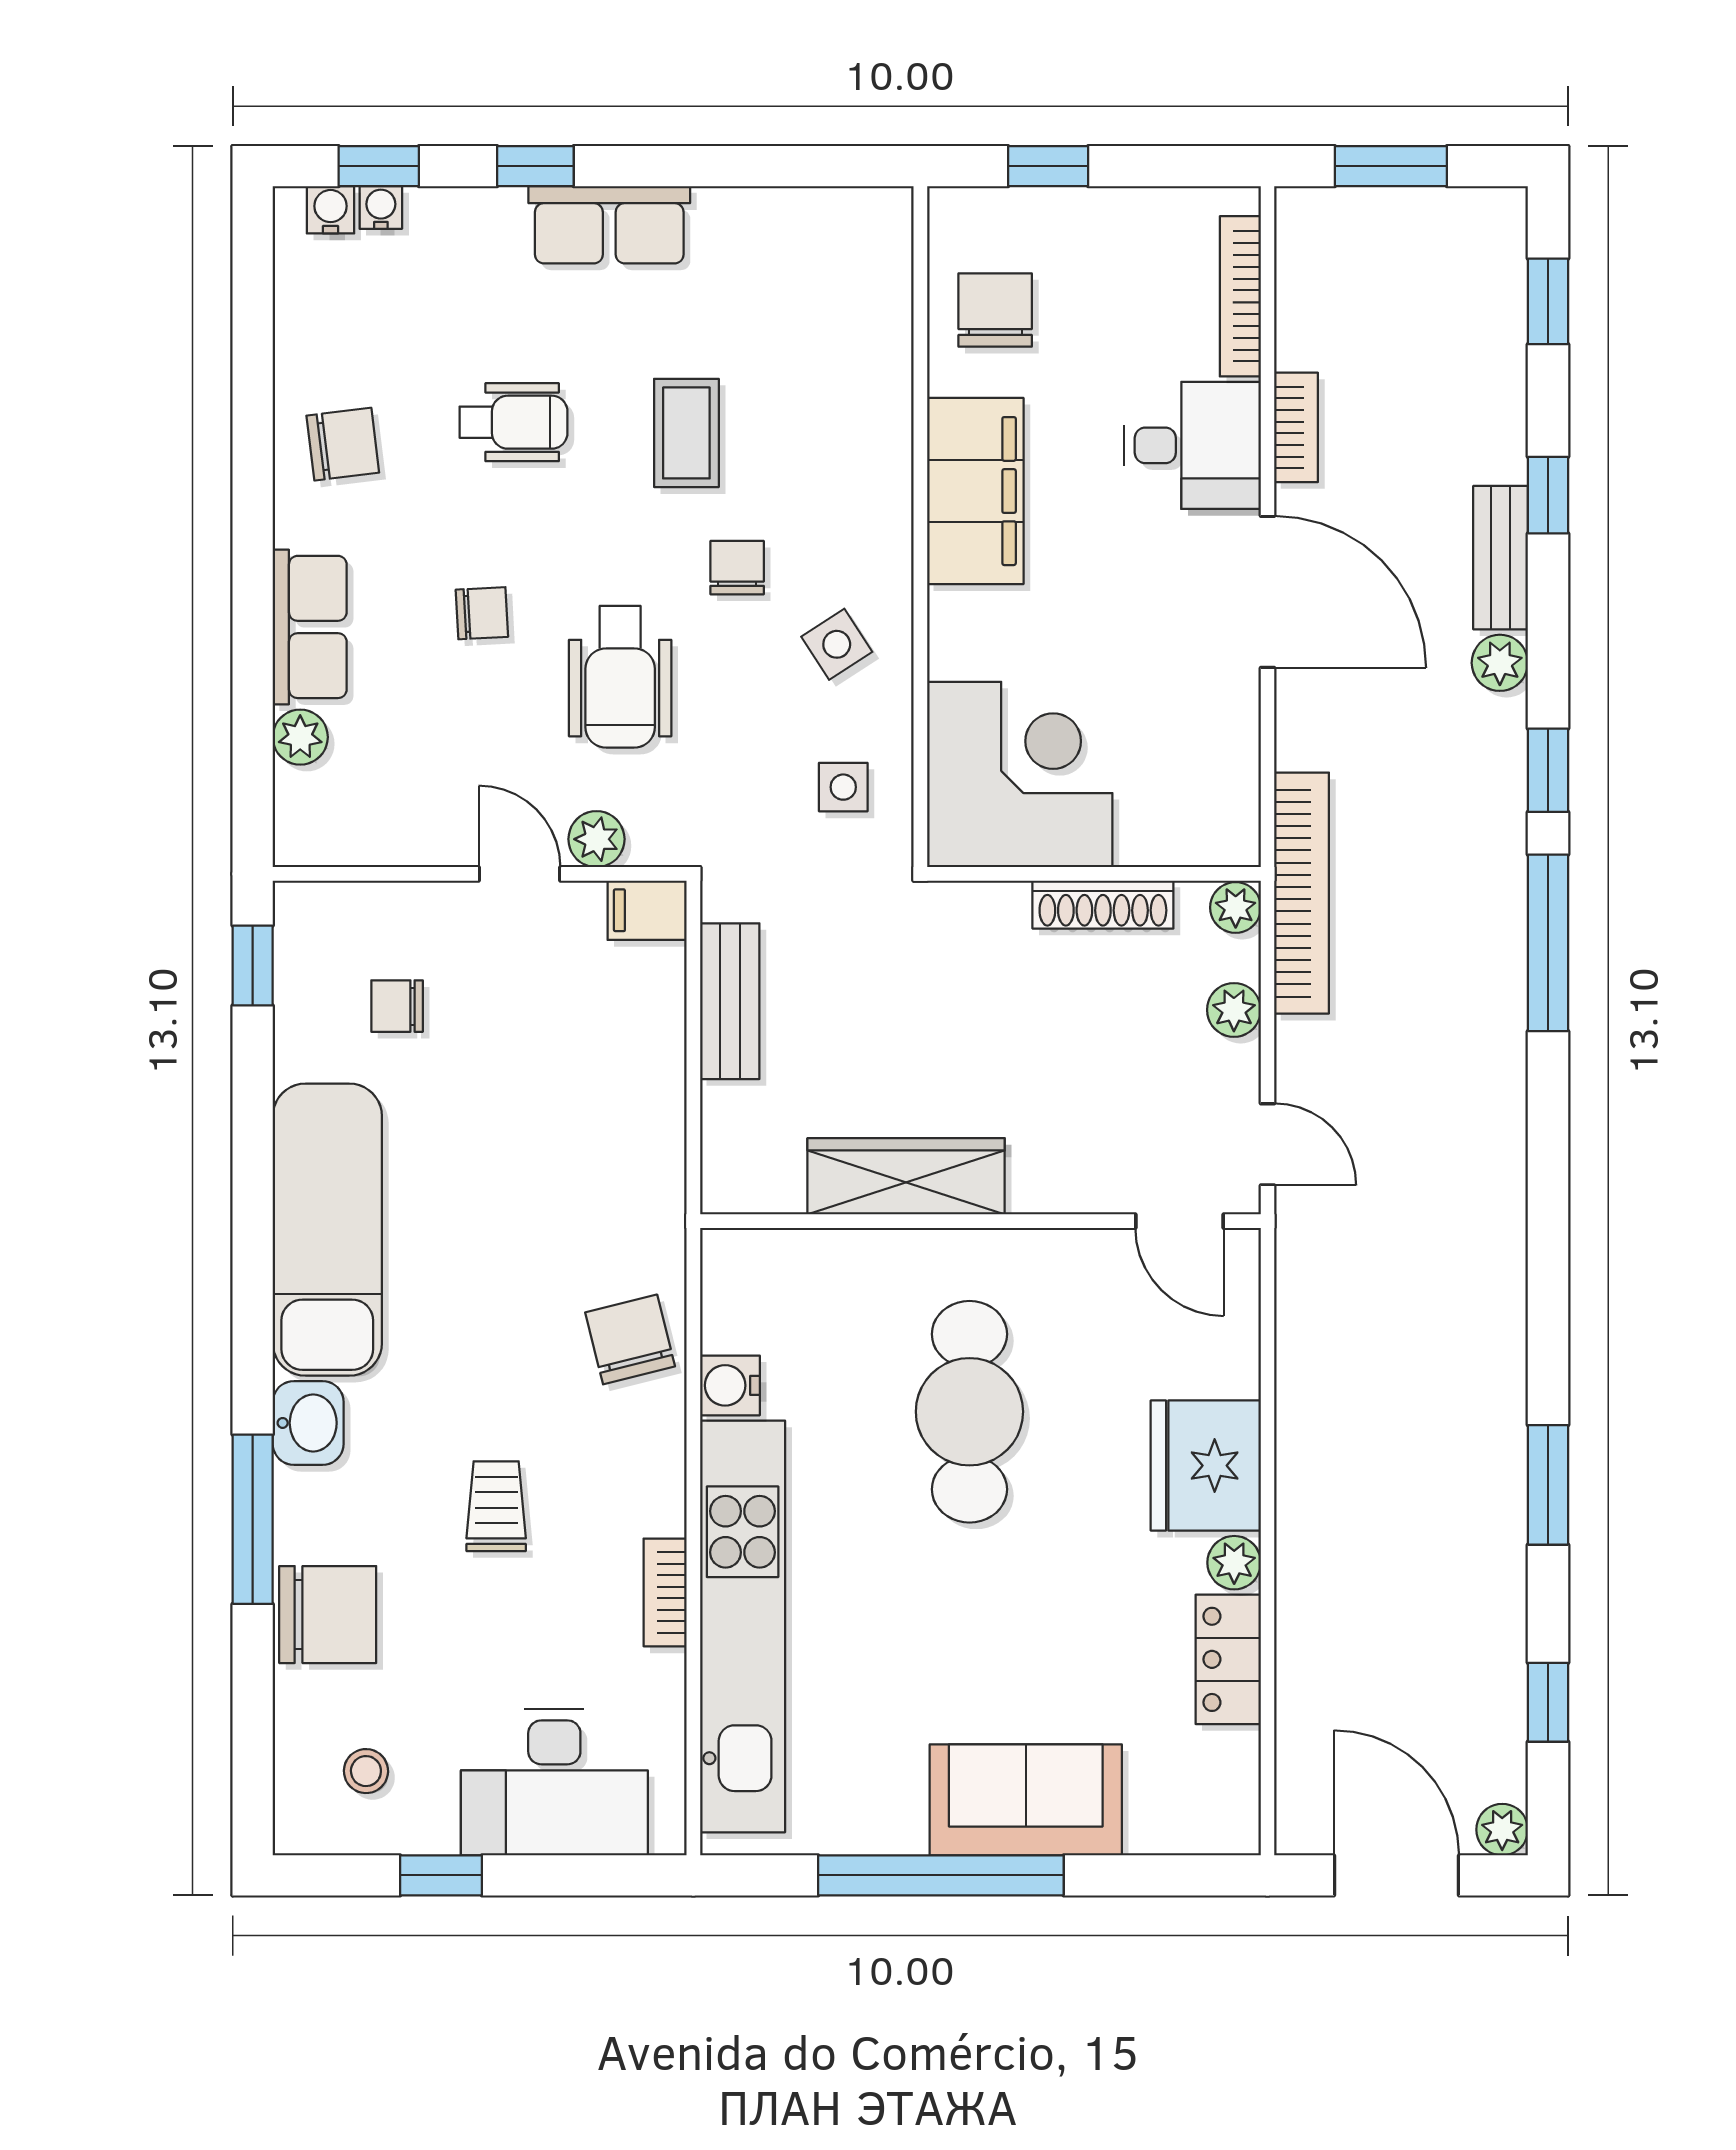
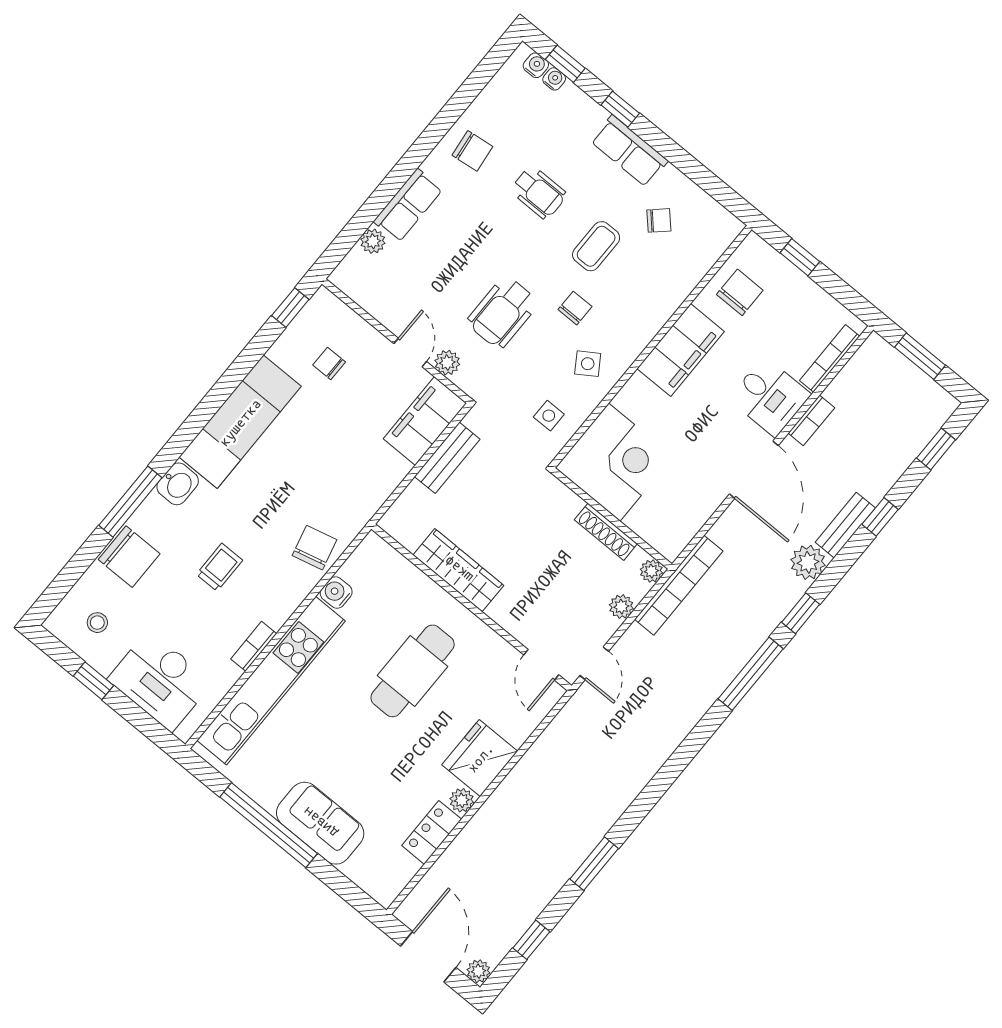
chair: (482, 613) -> (659, 220), moved, turned -40
plant: (1500, 663) -> (808, 562), width x1.38, depth x1.38
filing cabinet: (647, 910) -> (425, 421), width x3.00, depth x1.17

